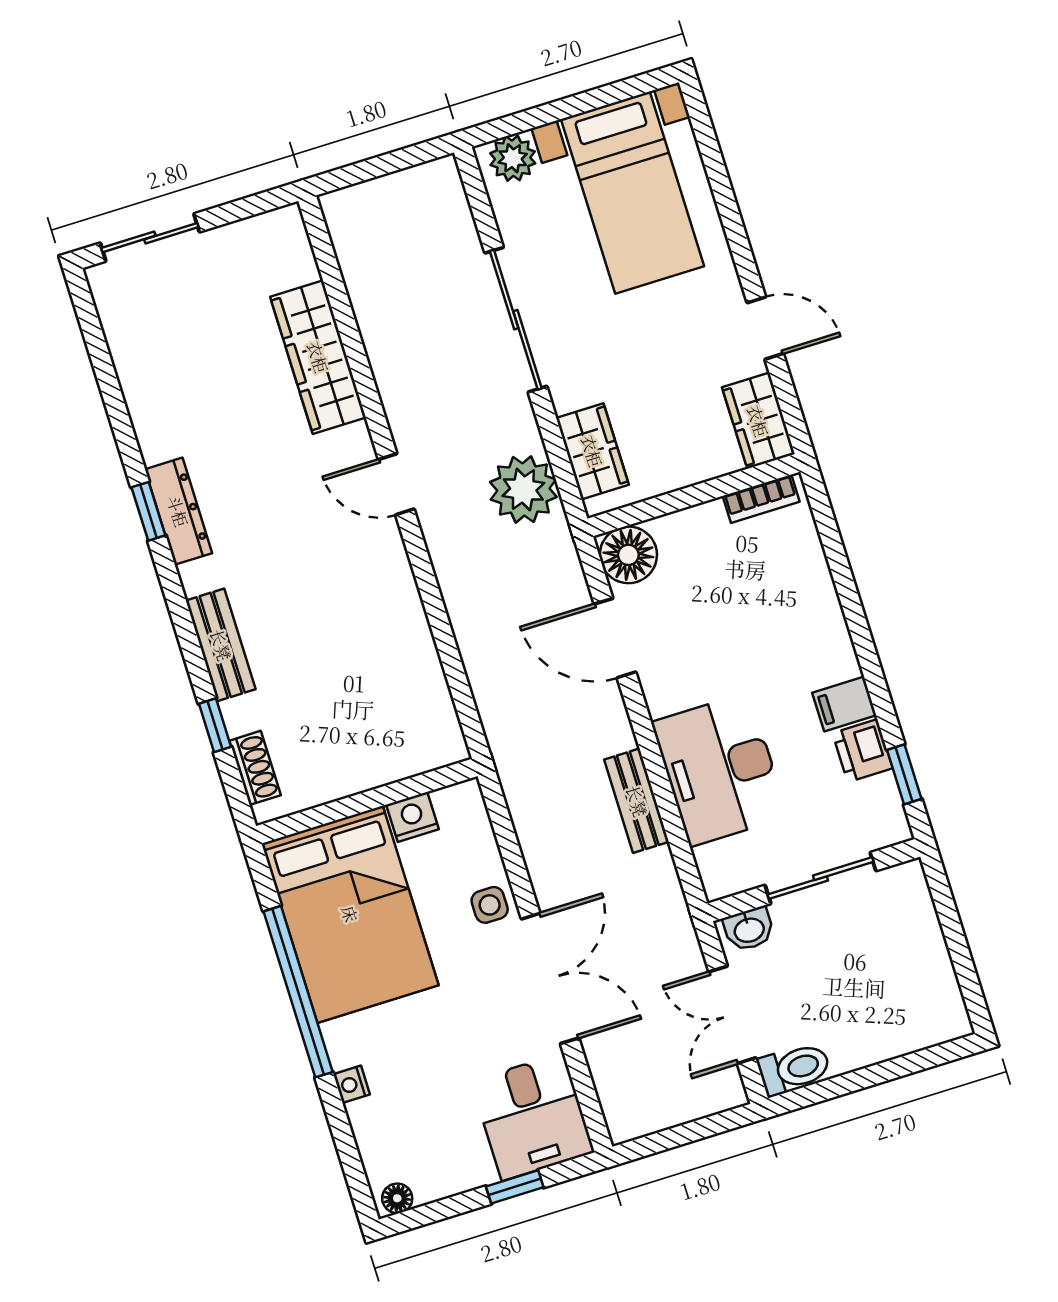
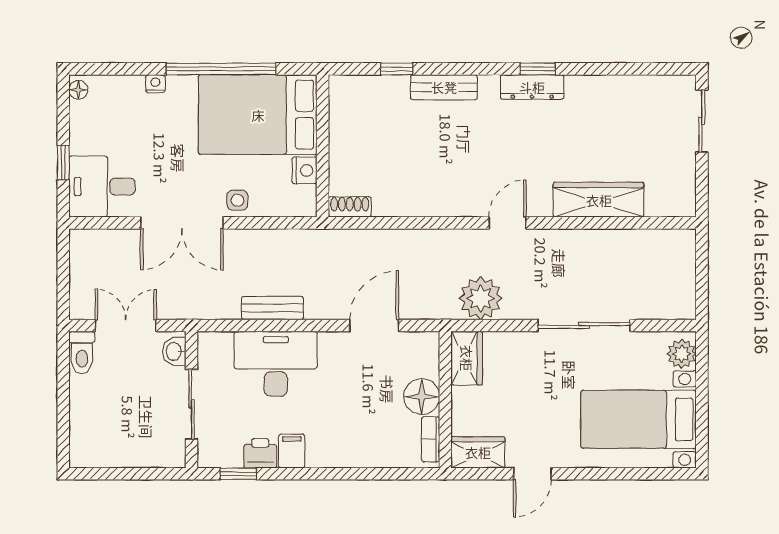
wardrobe: (592, 451) -> (467, 358), moved, turned -90
floor lamp: (628, 555) -> (422, 397), moved
shoe rack: (255, 768) -> (350, 207), moved, turned 180

